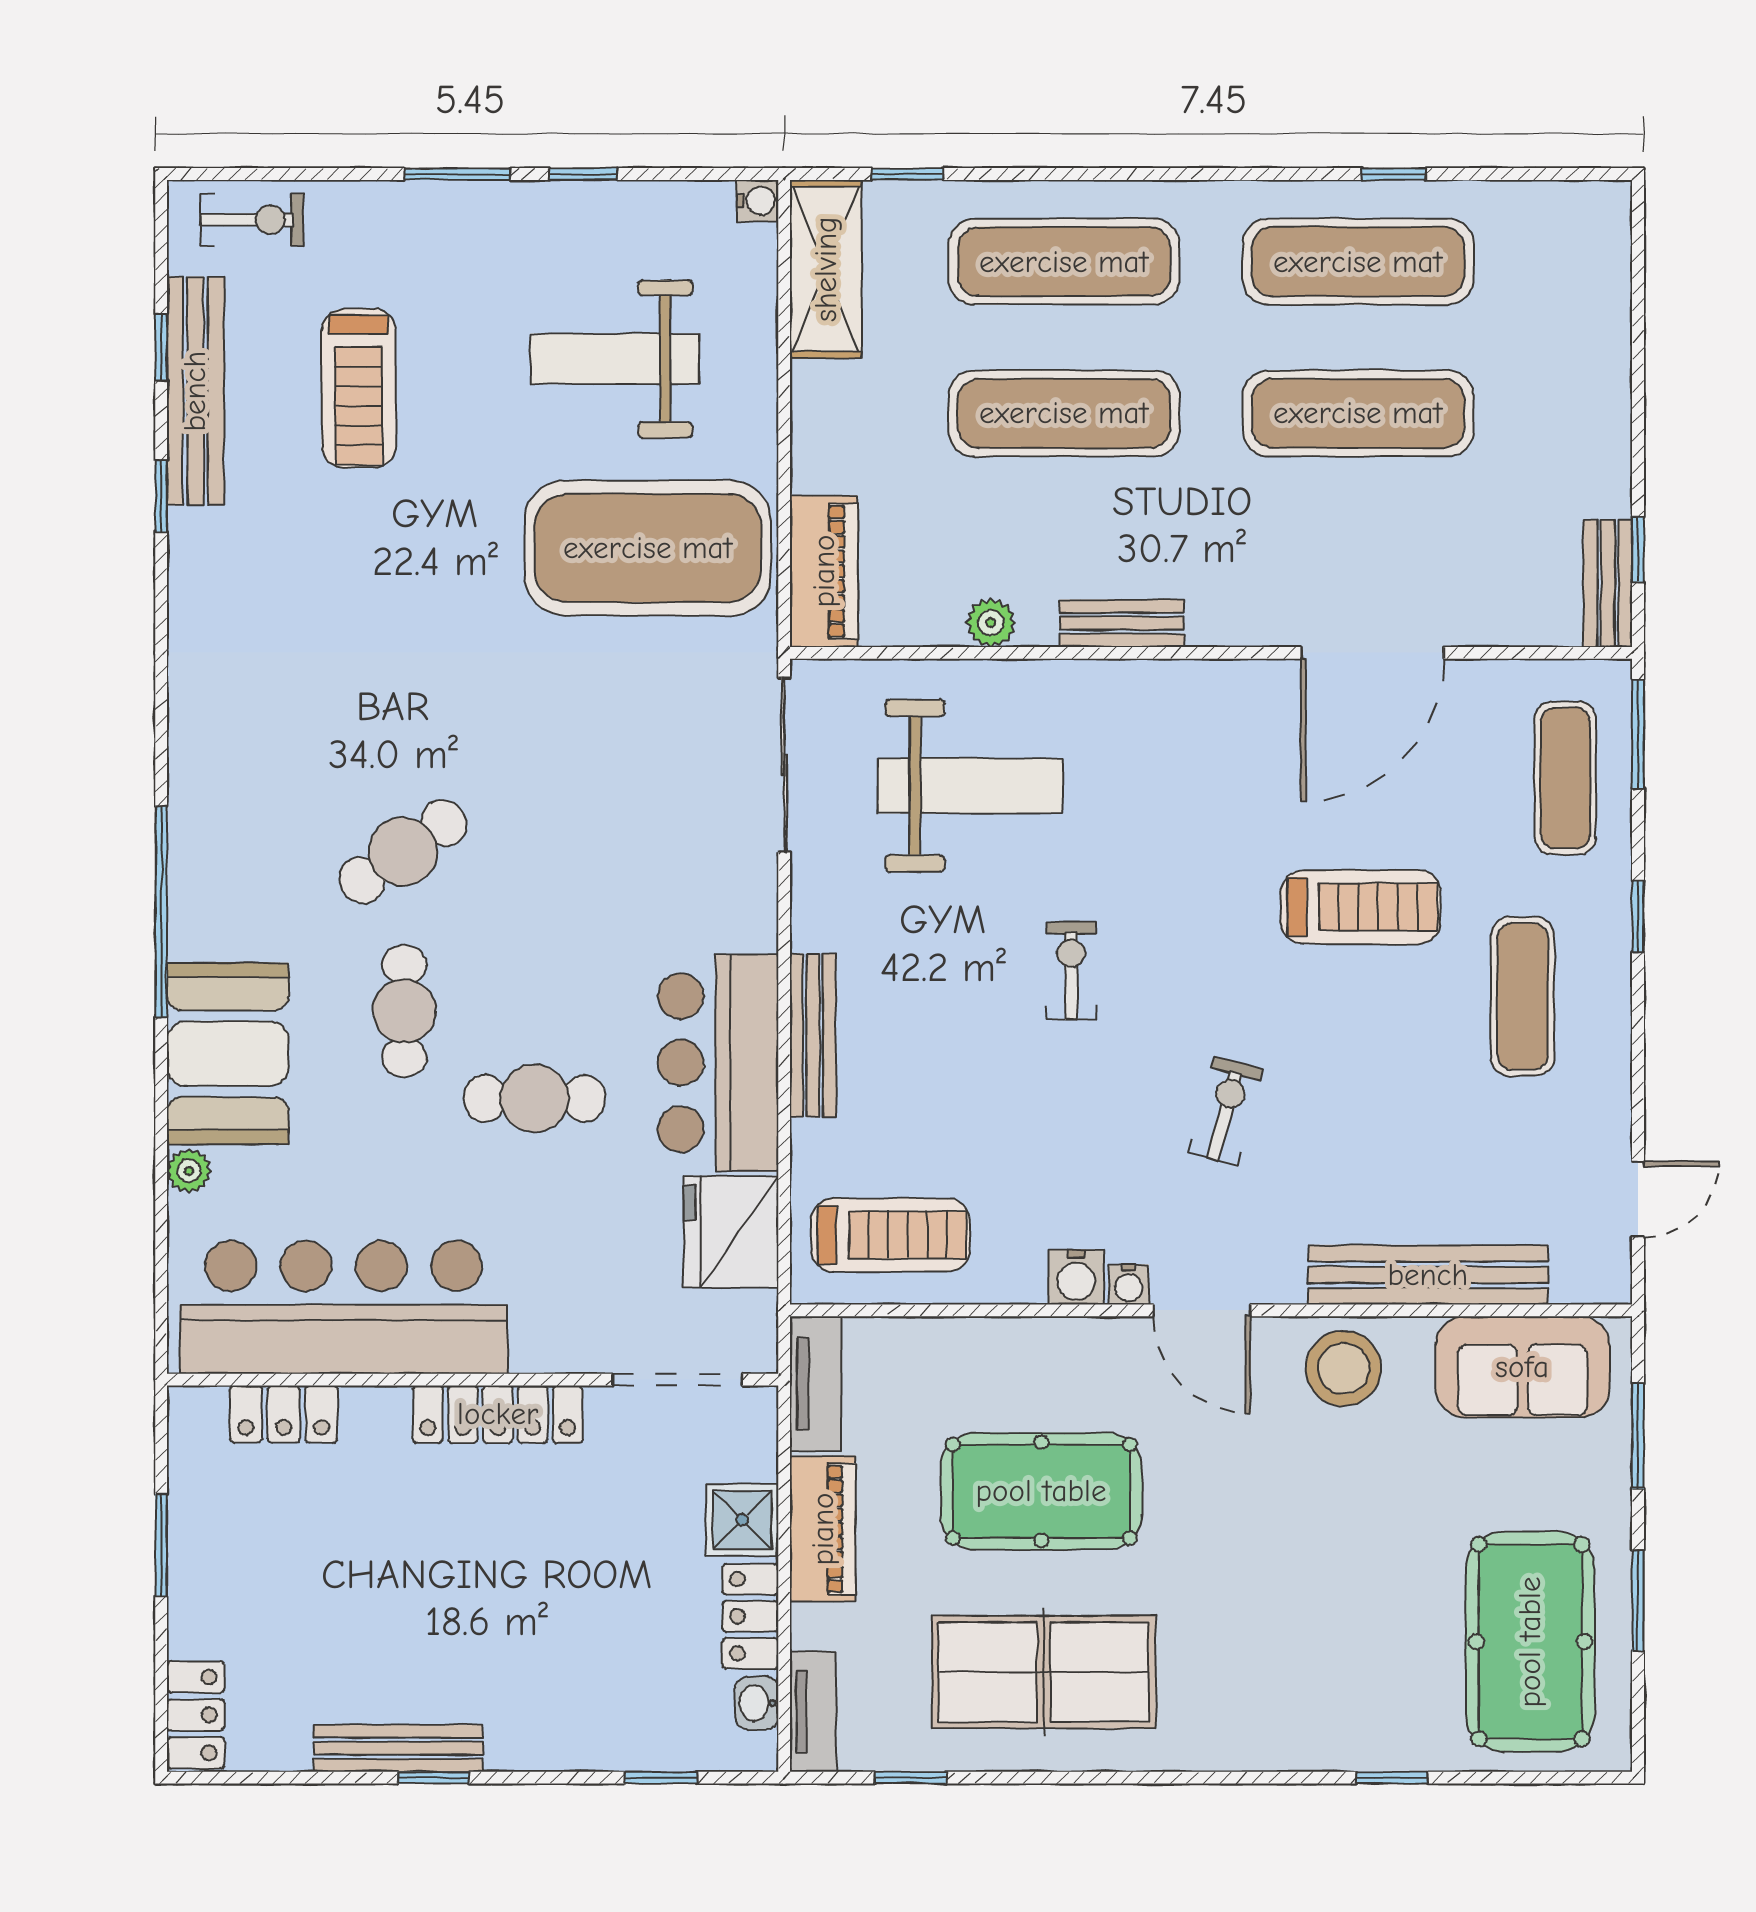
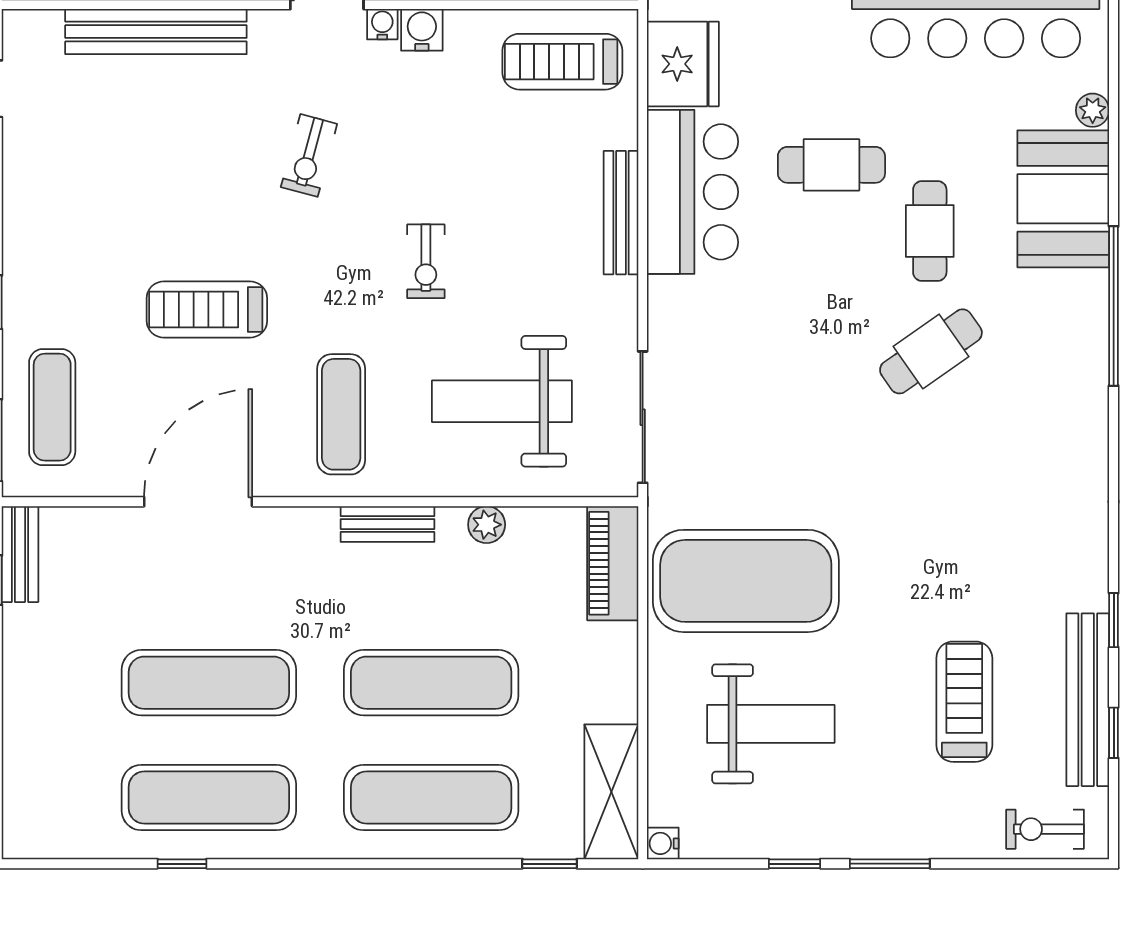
exercise mat: (1523, 996) -> (341, 414), moved

